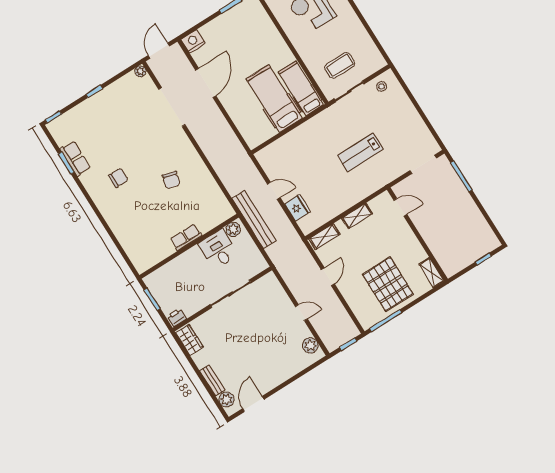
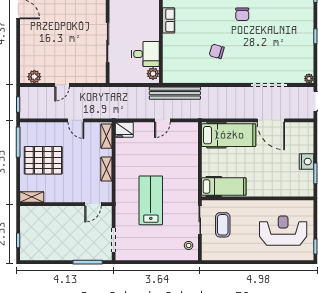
nightstand: (193, 41) -> (307, 162), moved
hospital bed: (274, 99) -> (229, 135), moved
lab bench: (360, 152) -> (151, 200), width x1.36, depth x1.39
fridge: (297, 208) -> (124, 130), moved
bench: (254, 219) -> (175, 93), moved
row of seats: (186, 237) -> (169, 20), moved

